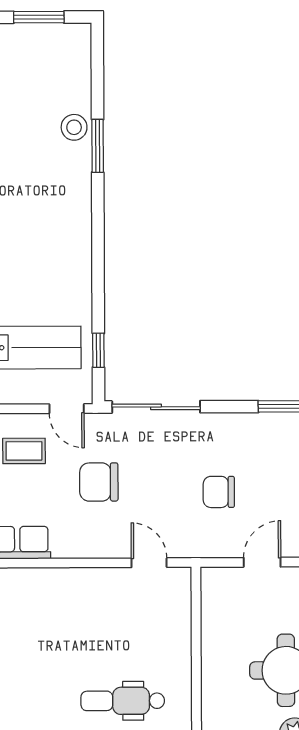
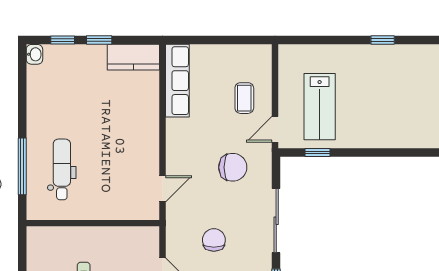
sliding door: (156, 407) -> (276, 221), moved
chair: (99, 482) -> (233, 167), moved, turned 90

